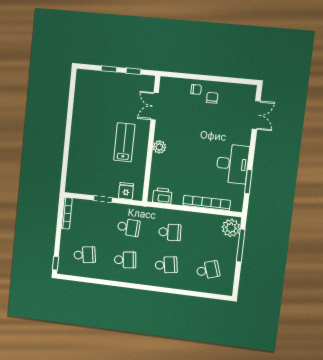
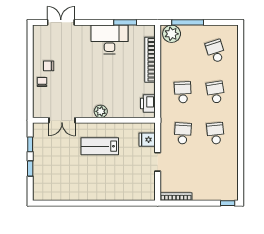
school desk: (85, 255) -> (216, 174), removed

